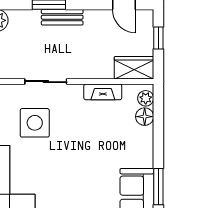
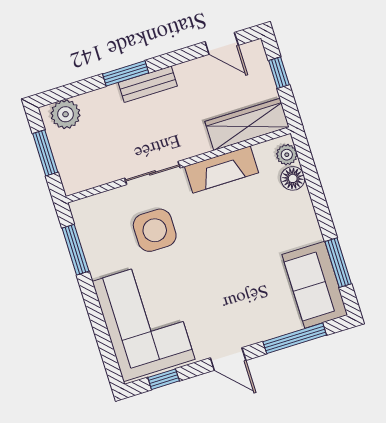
wardrobe: (134, 68) -> (247, 124), width x1.50
fireplace: (103, 92) -> (222, 170), width x1.37, depth x1.32

